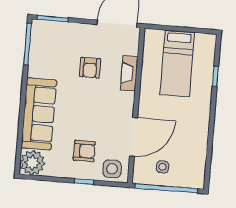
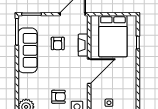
bed: (177, 63) -> (113, 36), width x1.50
sofa: (39, 114) -> (28, 50), moved
door: (134, 137) -> (89, 71), moved

